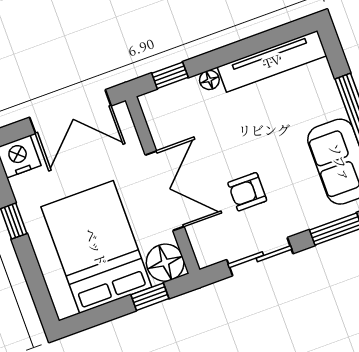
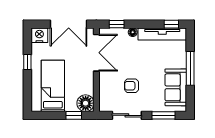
window: (283, 34) -> (171, 24), added
double door: (165, 191) -> (96, 53), moved
bed: (96, 247) -> (53, 86), width x0.67

